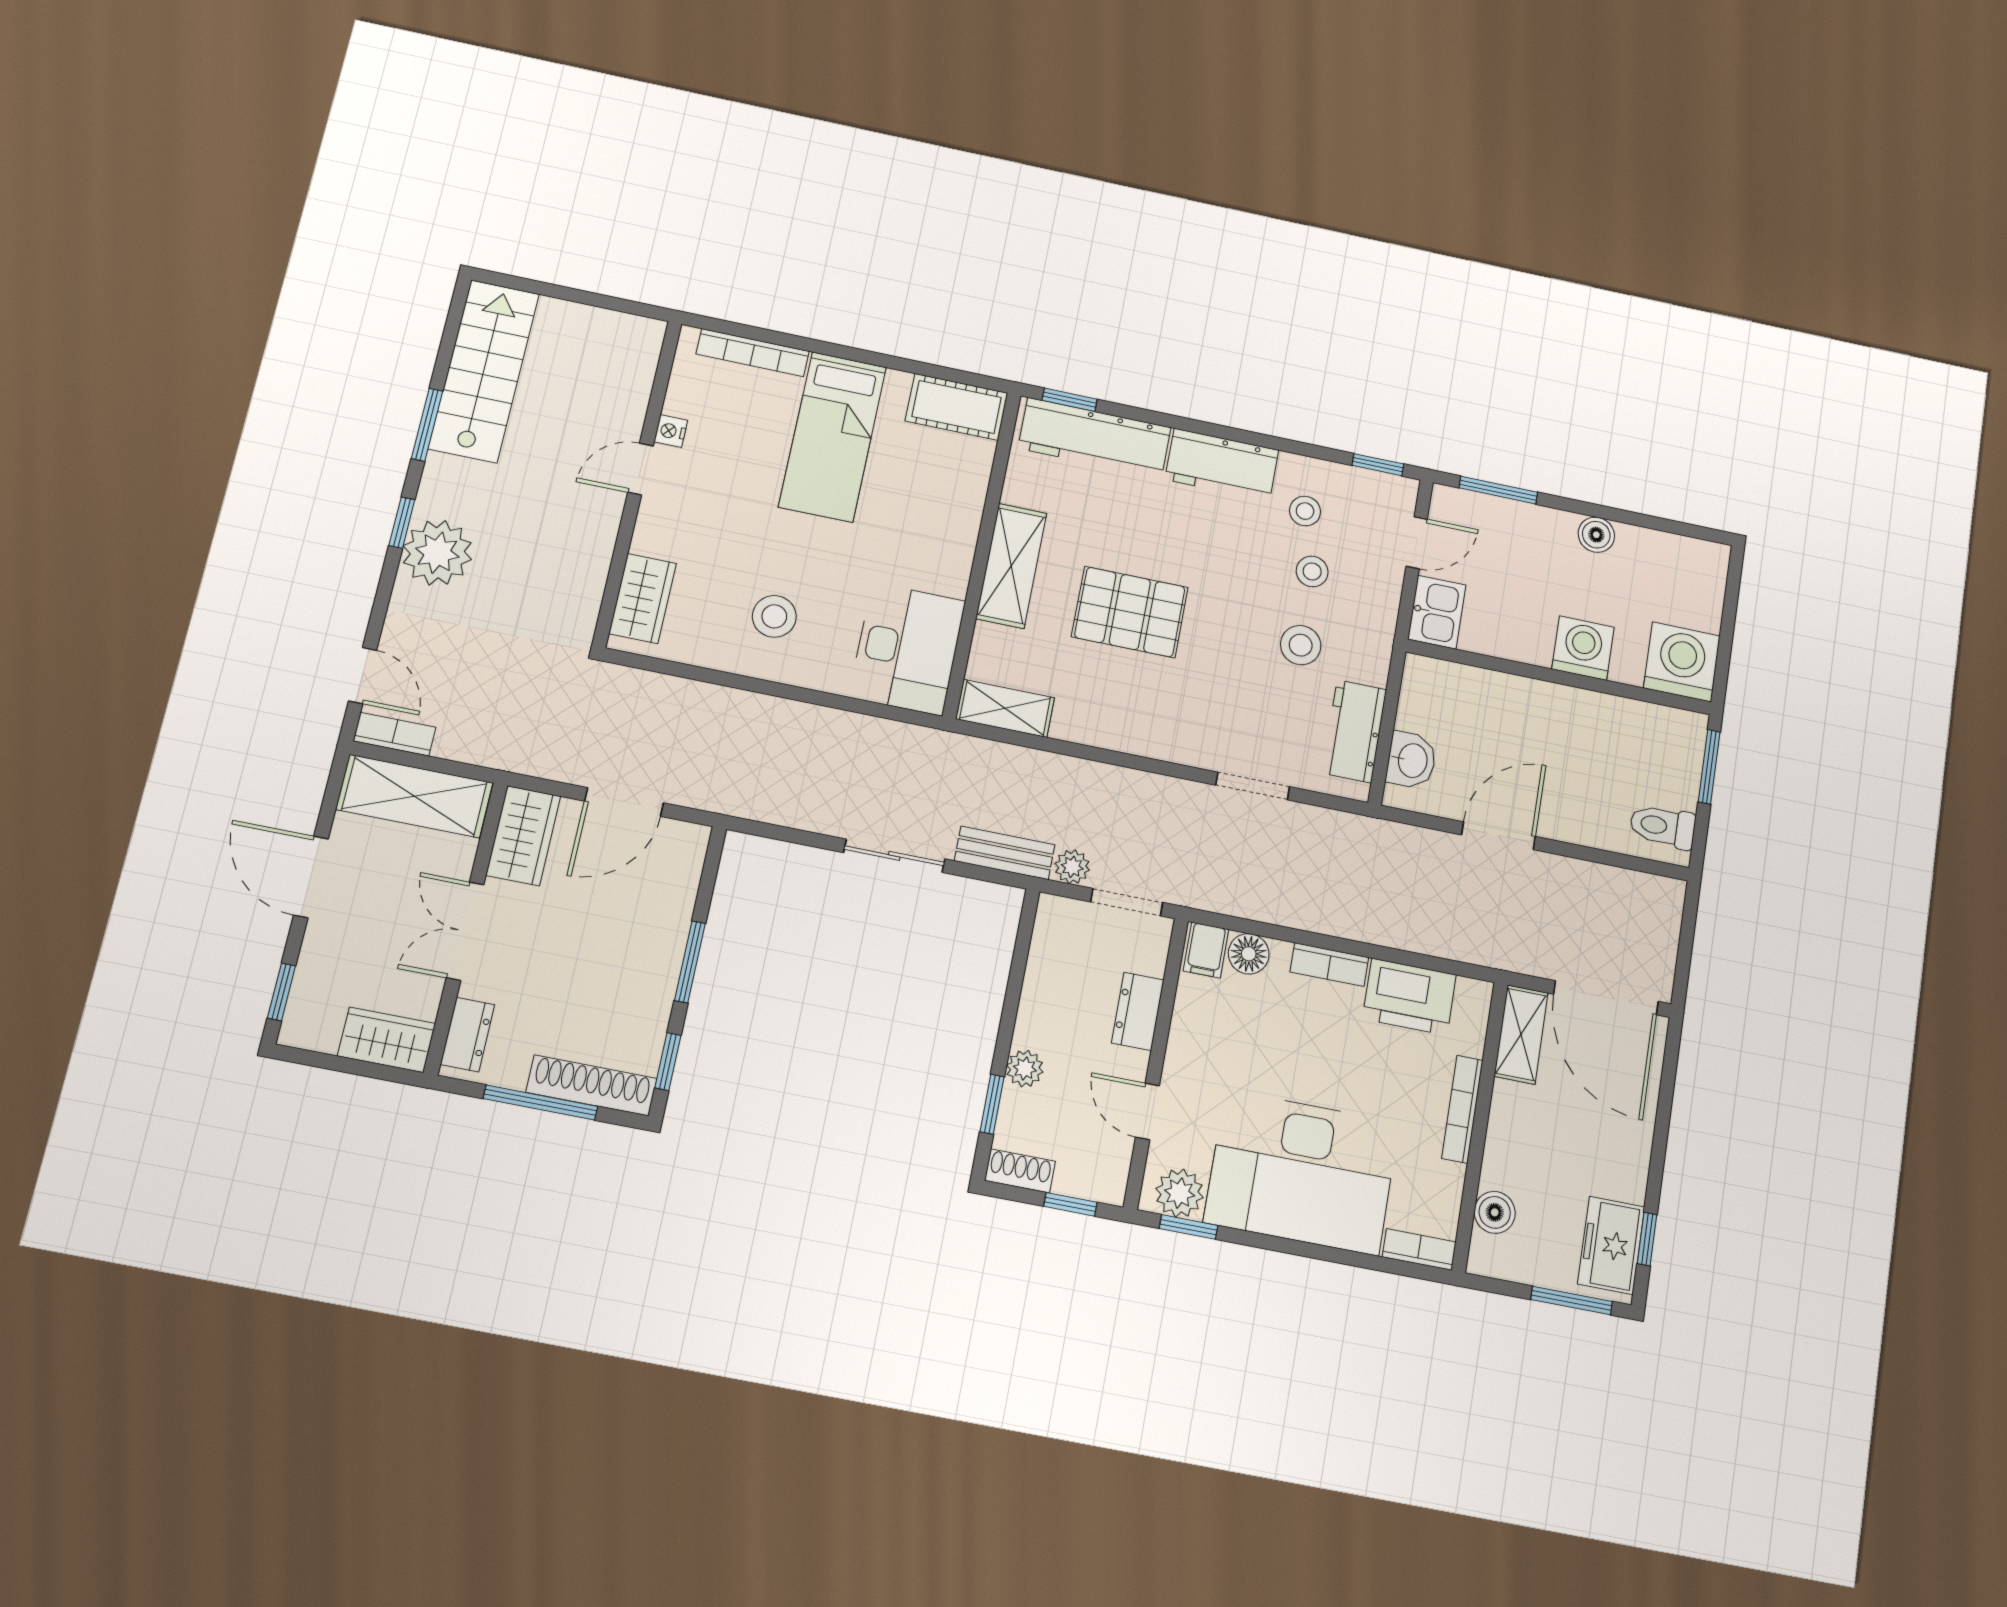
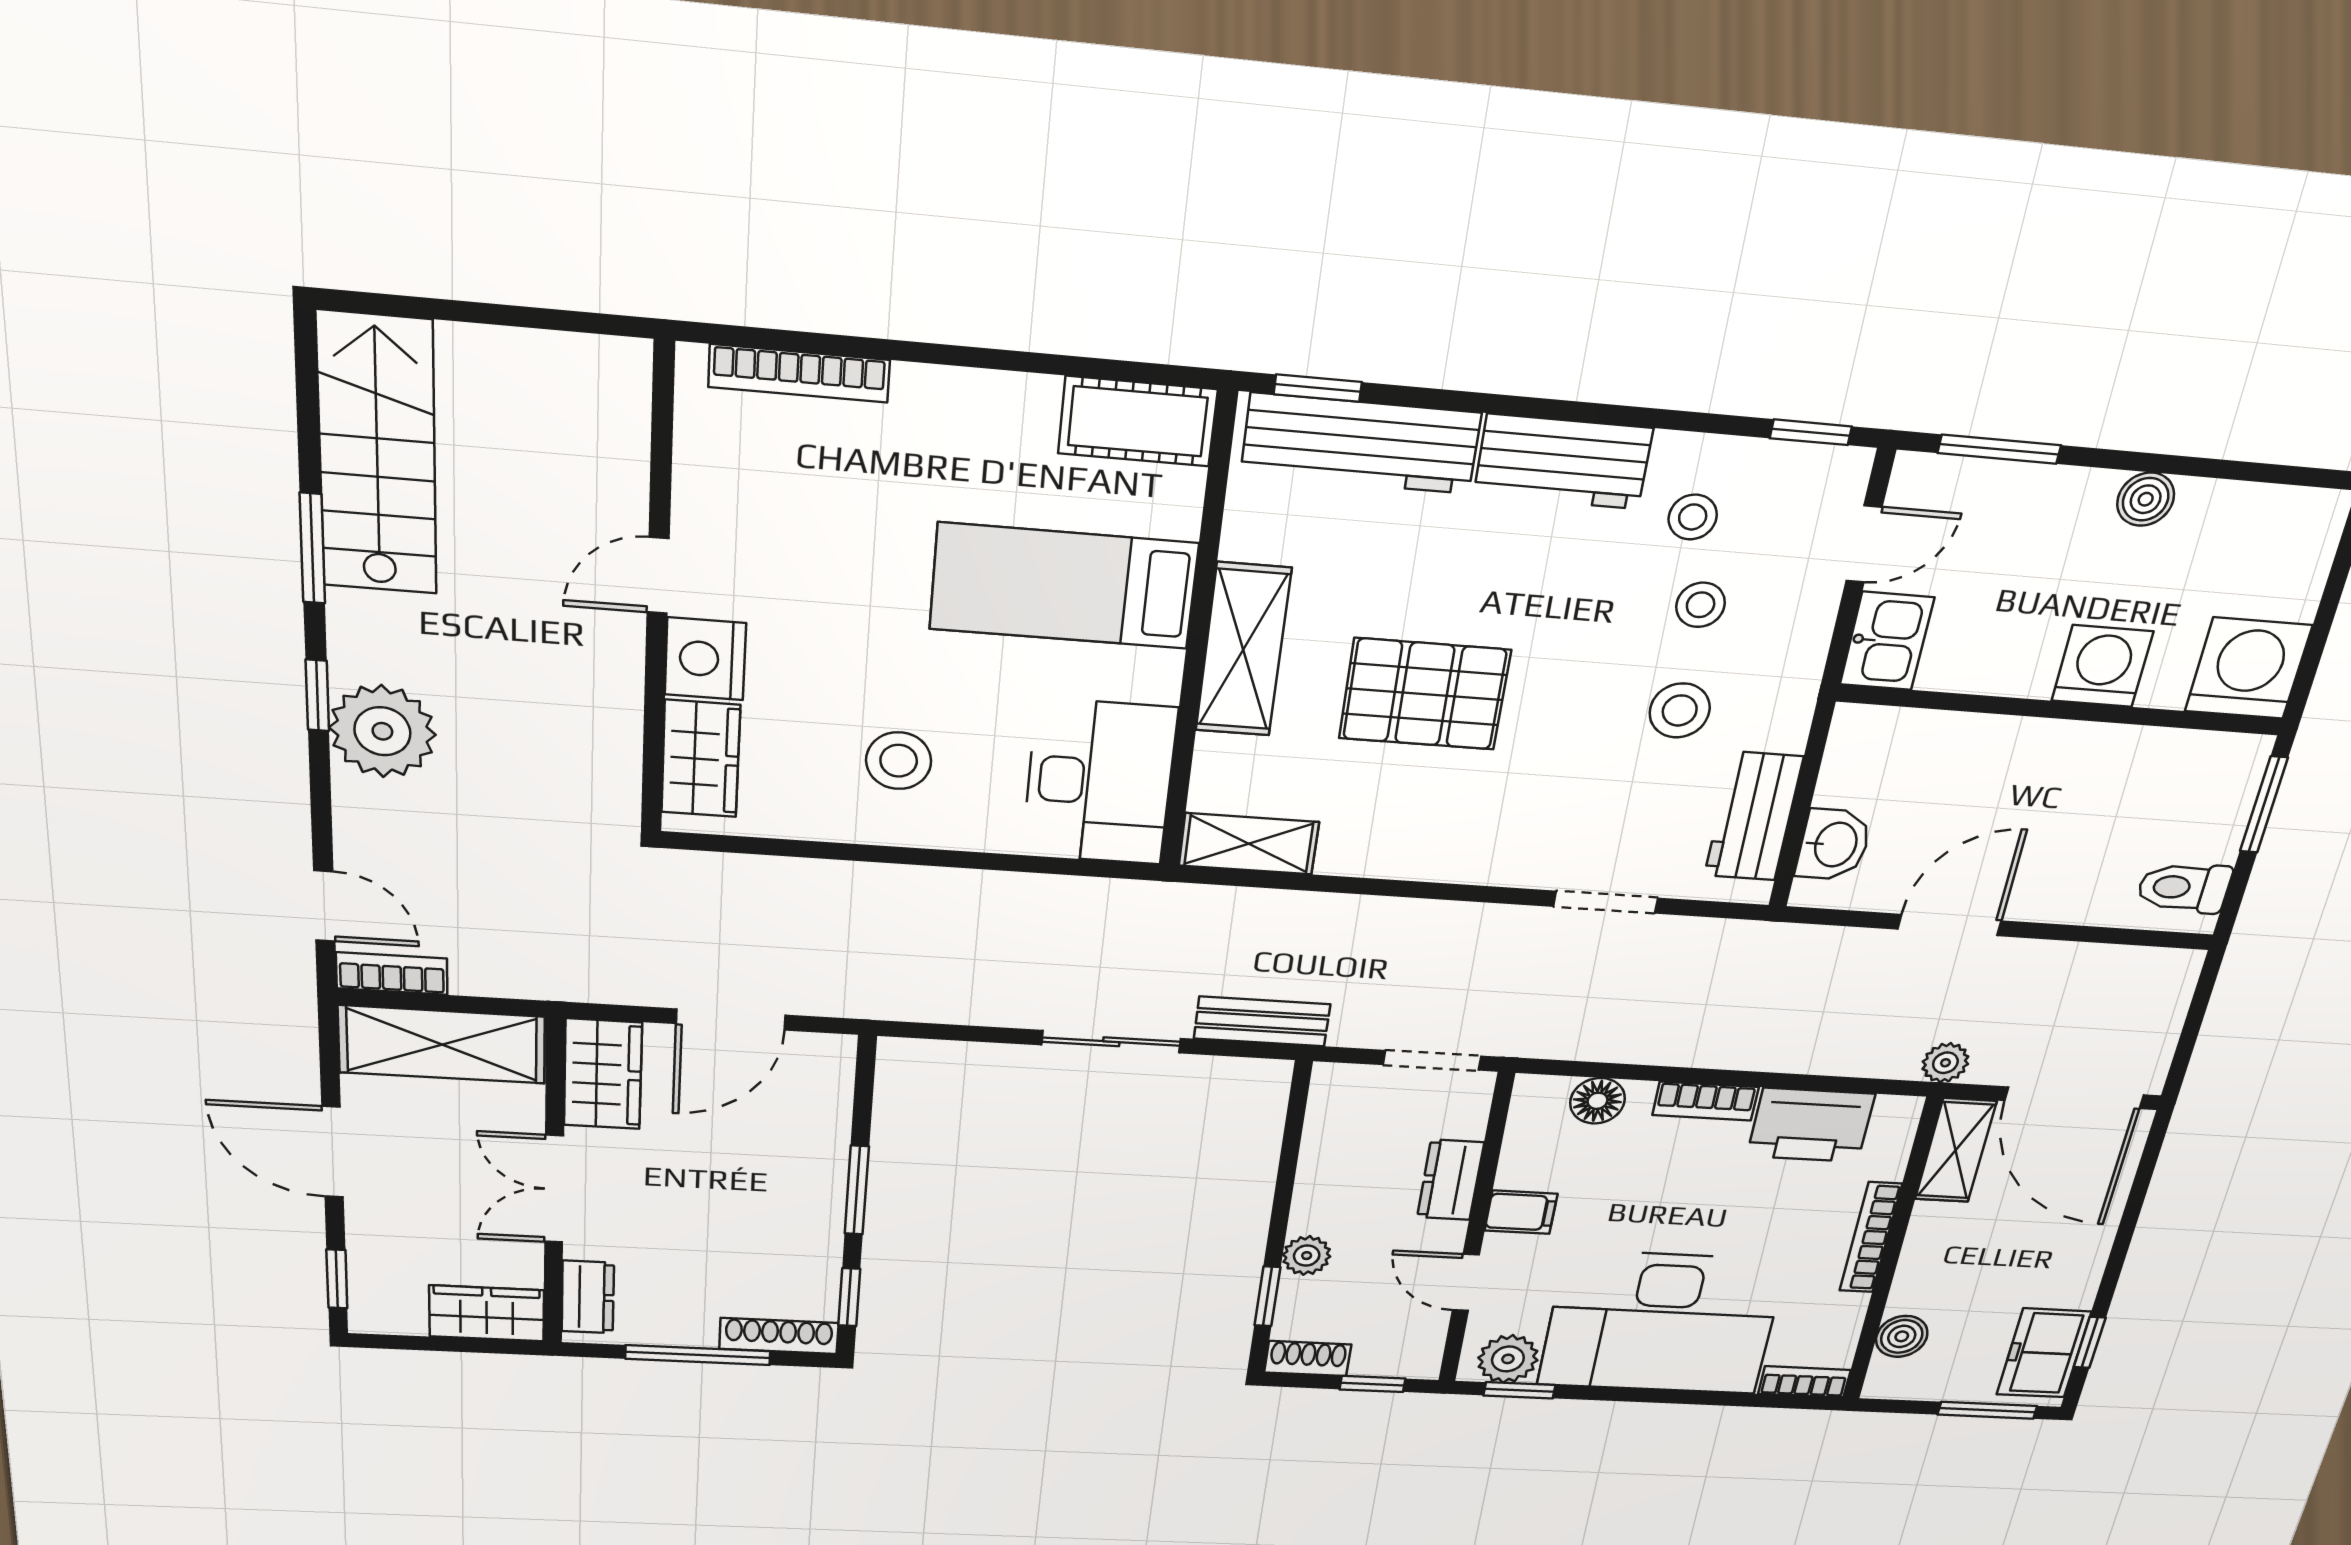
nightstand: (671, 431) -> (705, 659), moved, width x1.89, depth x1.79
bed: (833, 437) -> (1064, 586), moved, turned 90
plant: (1072, 867) -> (1945, 1063), moved
filing cabinet: (1206, 950) -> (1521, 1212), moved, turned -90
shoe rack: (592, 1085) -> (779, 1336), width x0.74, depth x0.81

